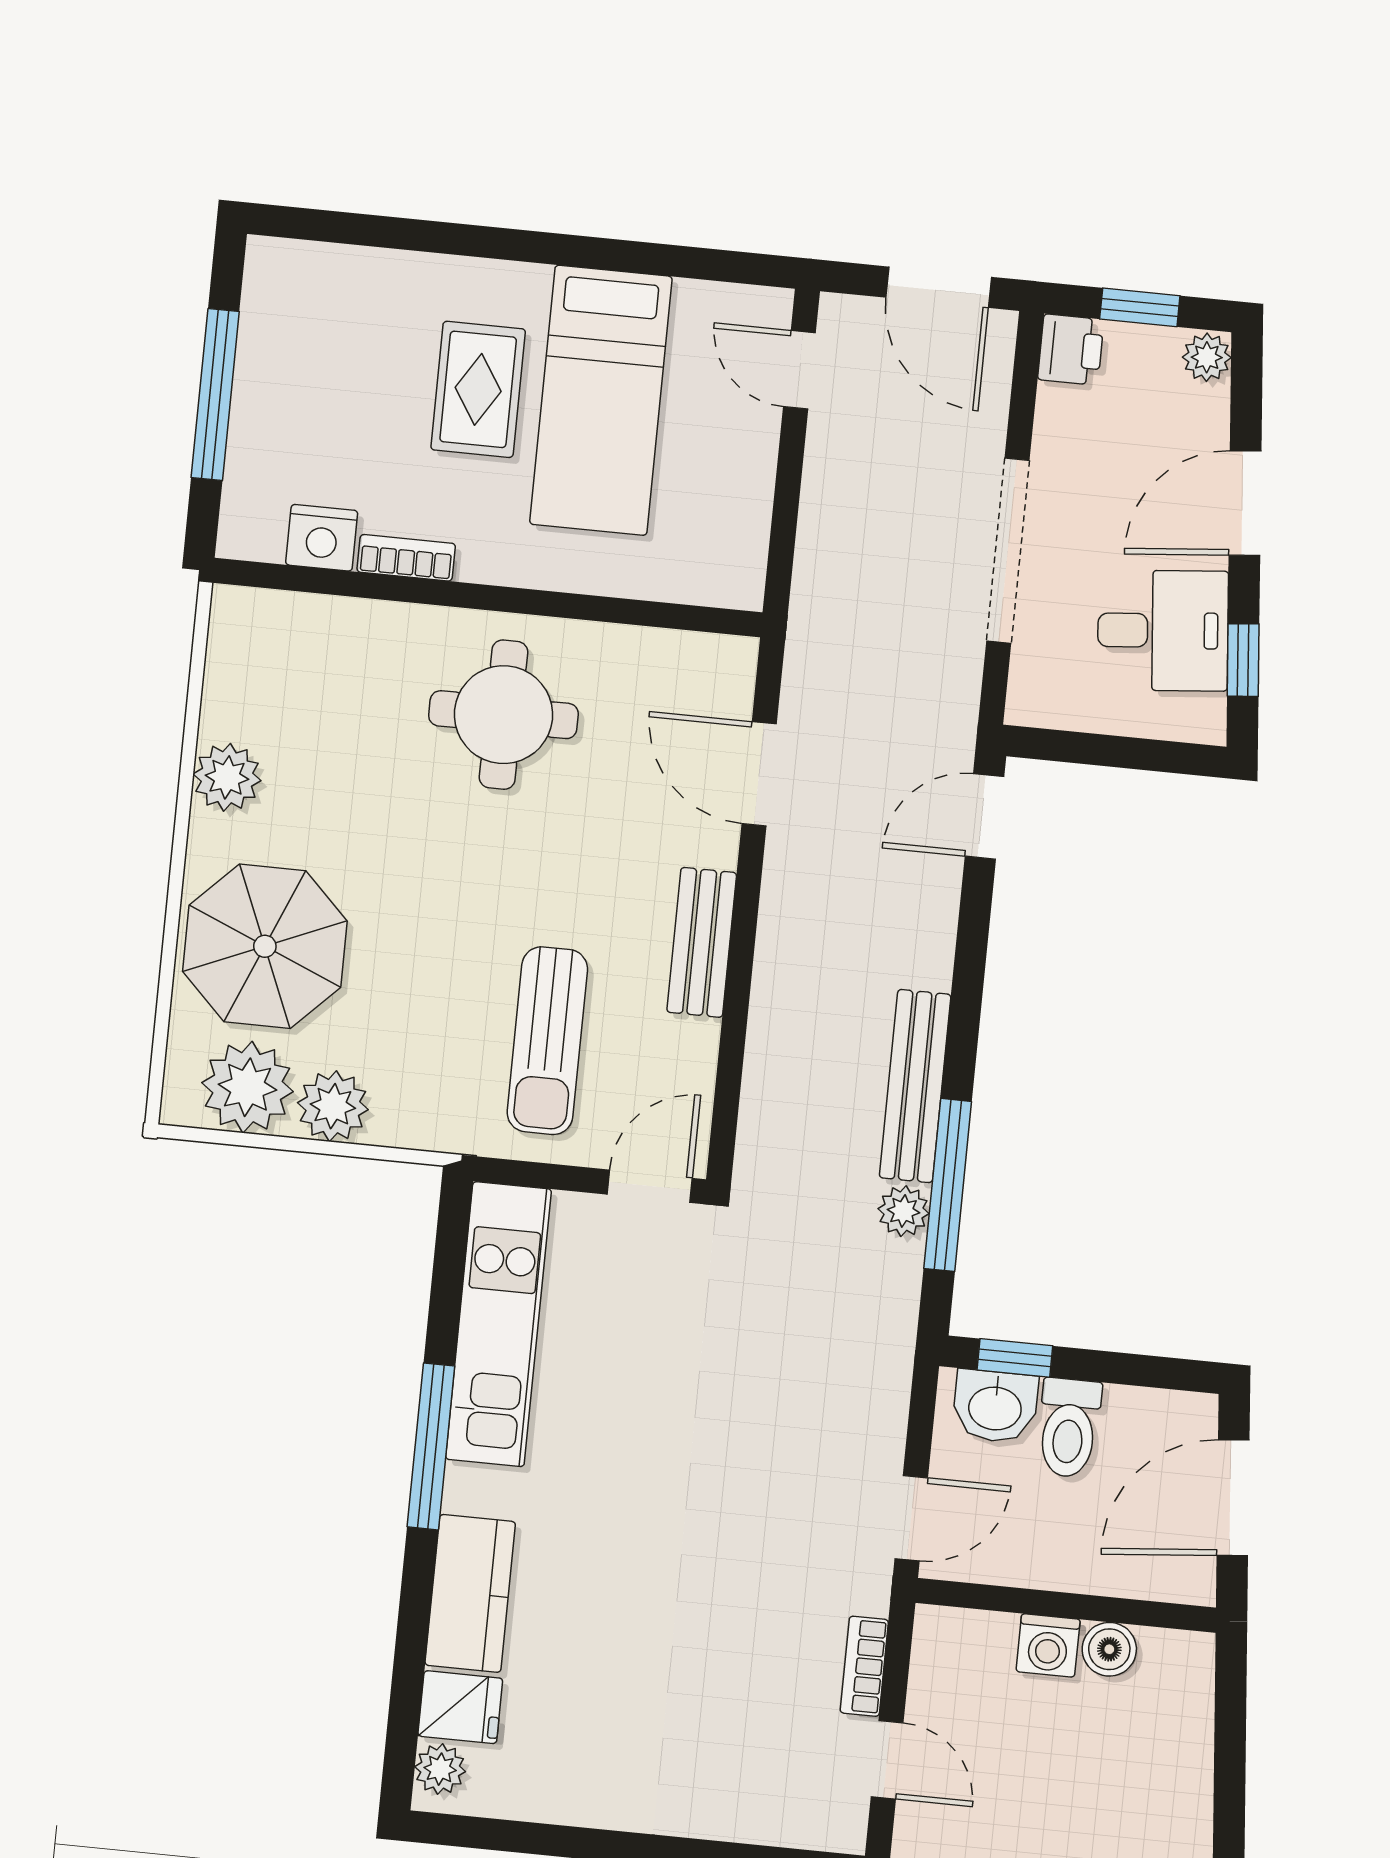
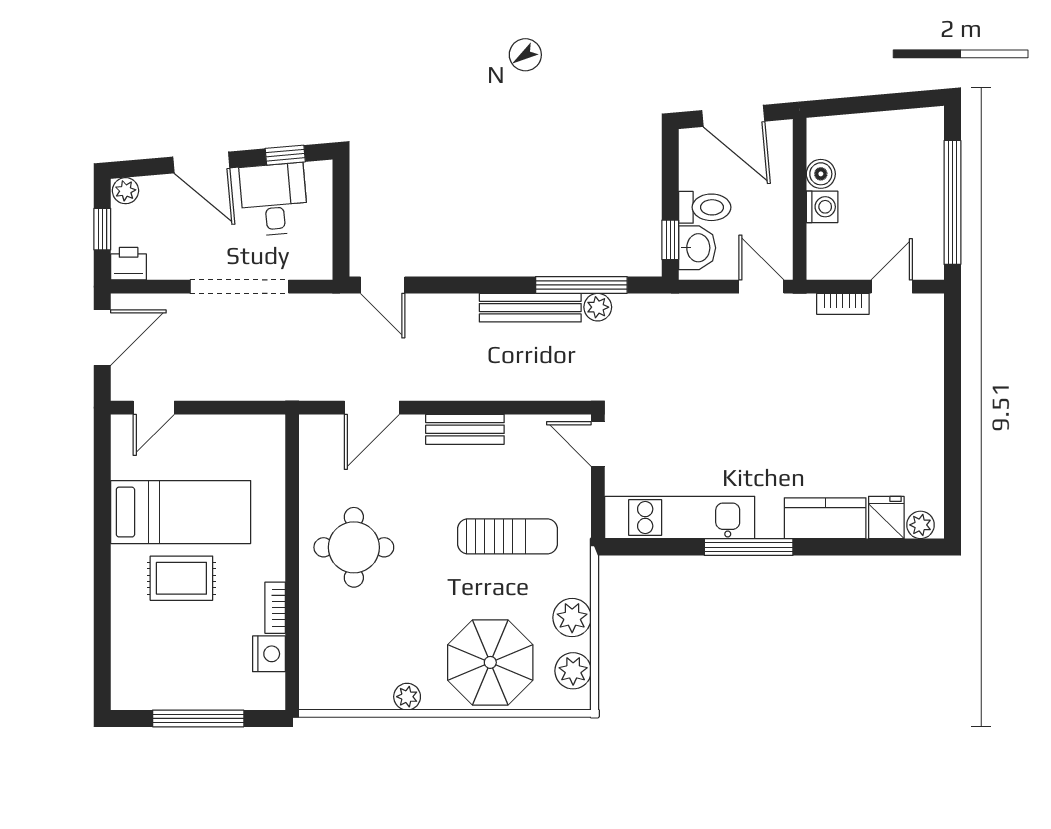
plant: (227, 777) -> (407, 697), width x0.73, depth x0.73
sun lounger: (547, 1041) -> (507, 536), moved
plant: (248, 1087) -> (573, 671), width x0.73, depth x0.73

